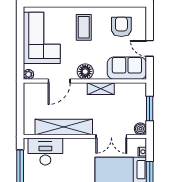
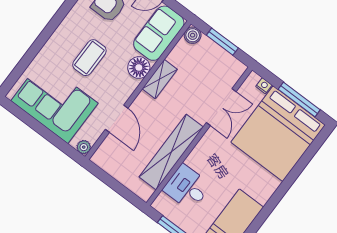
coffee table: (84, 27) -> (89, 58), moved, turned 90
floor lamp: (85, 72) -> (139, 67), moved
boiler: (140, 129) -> (193, 35), moved
desk: (45, 152) -> (187, 187), width x0.73

